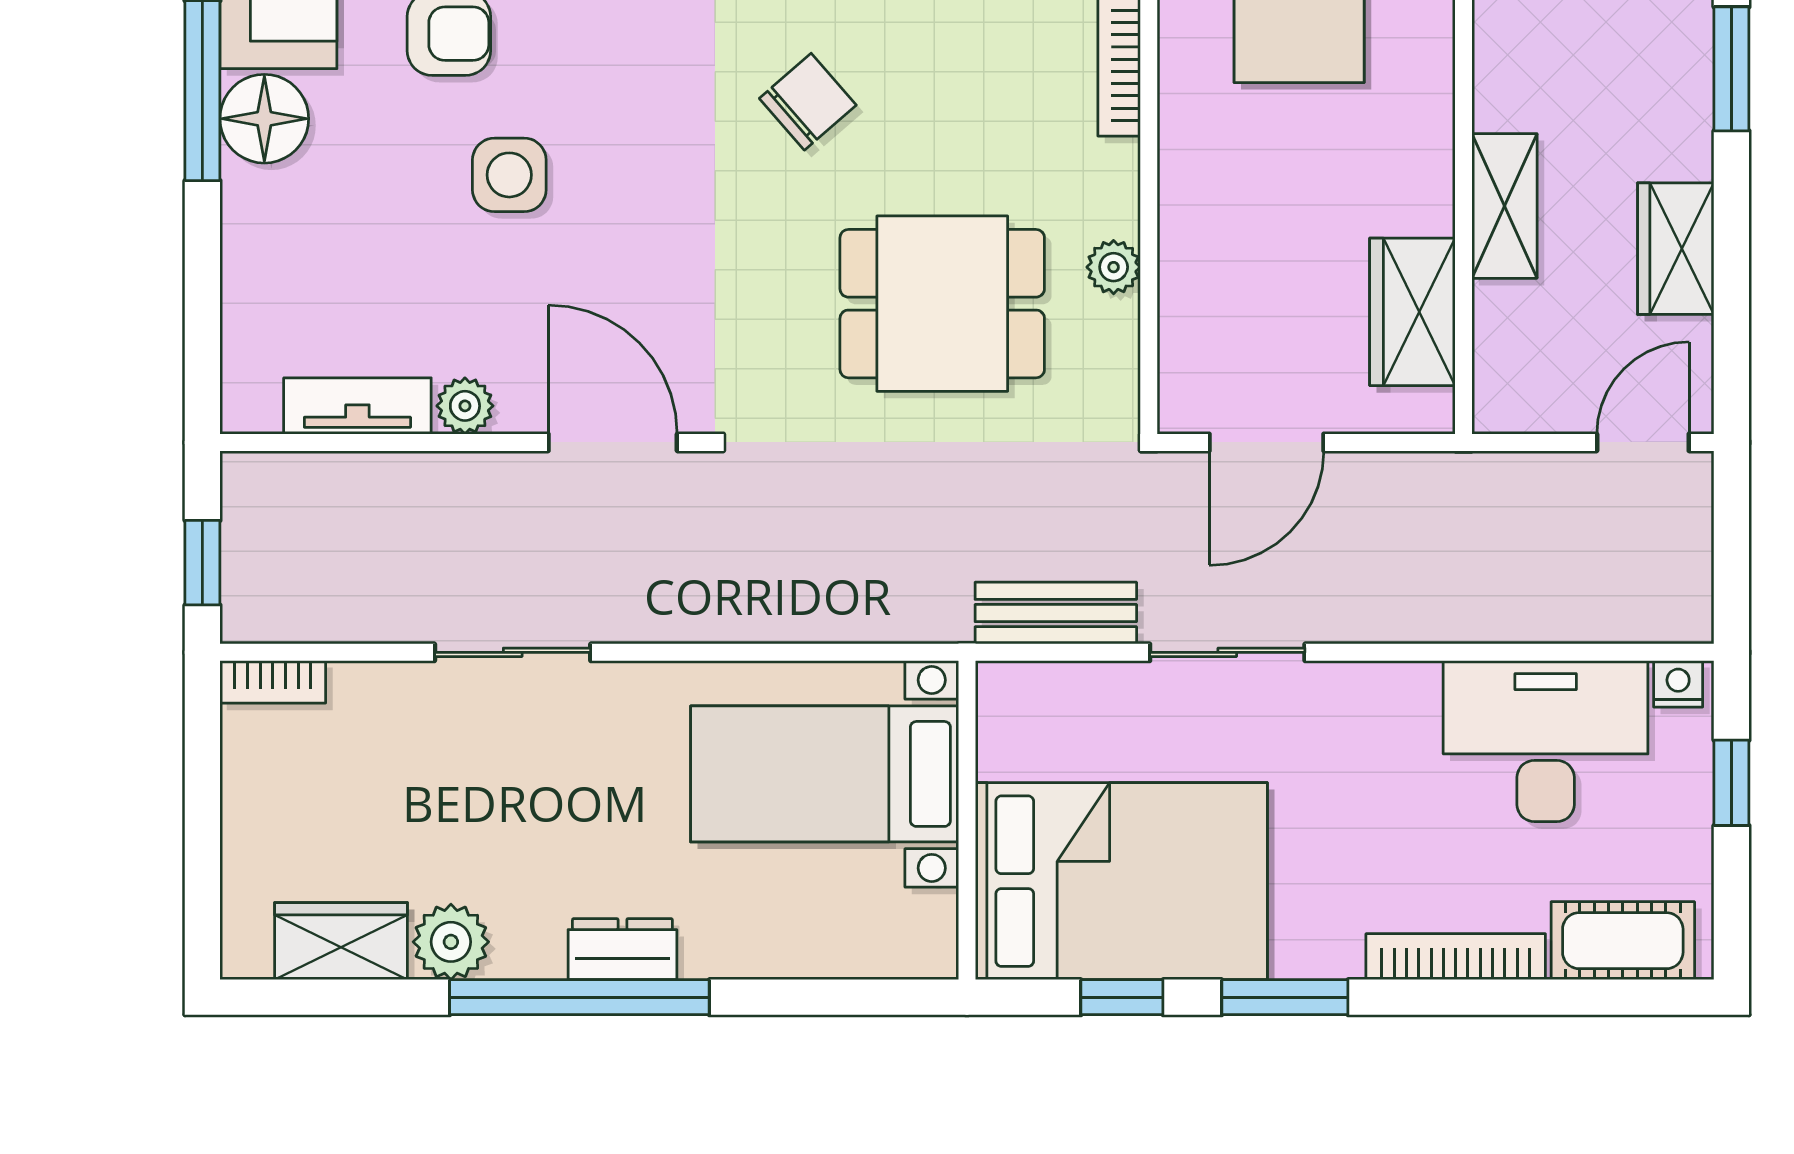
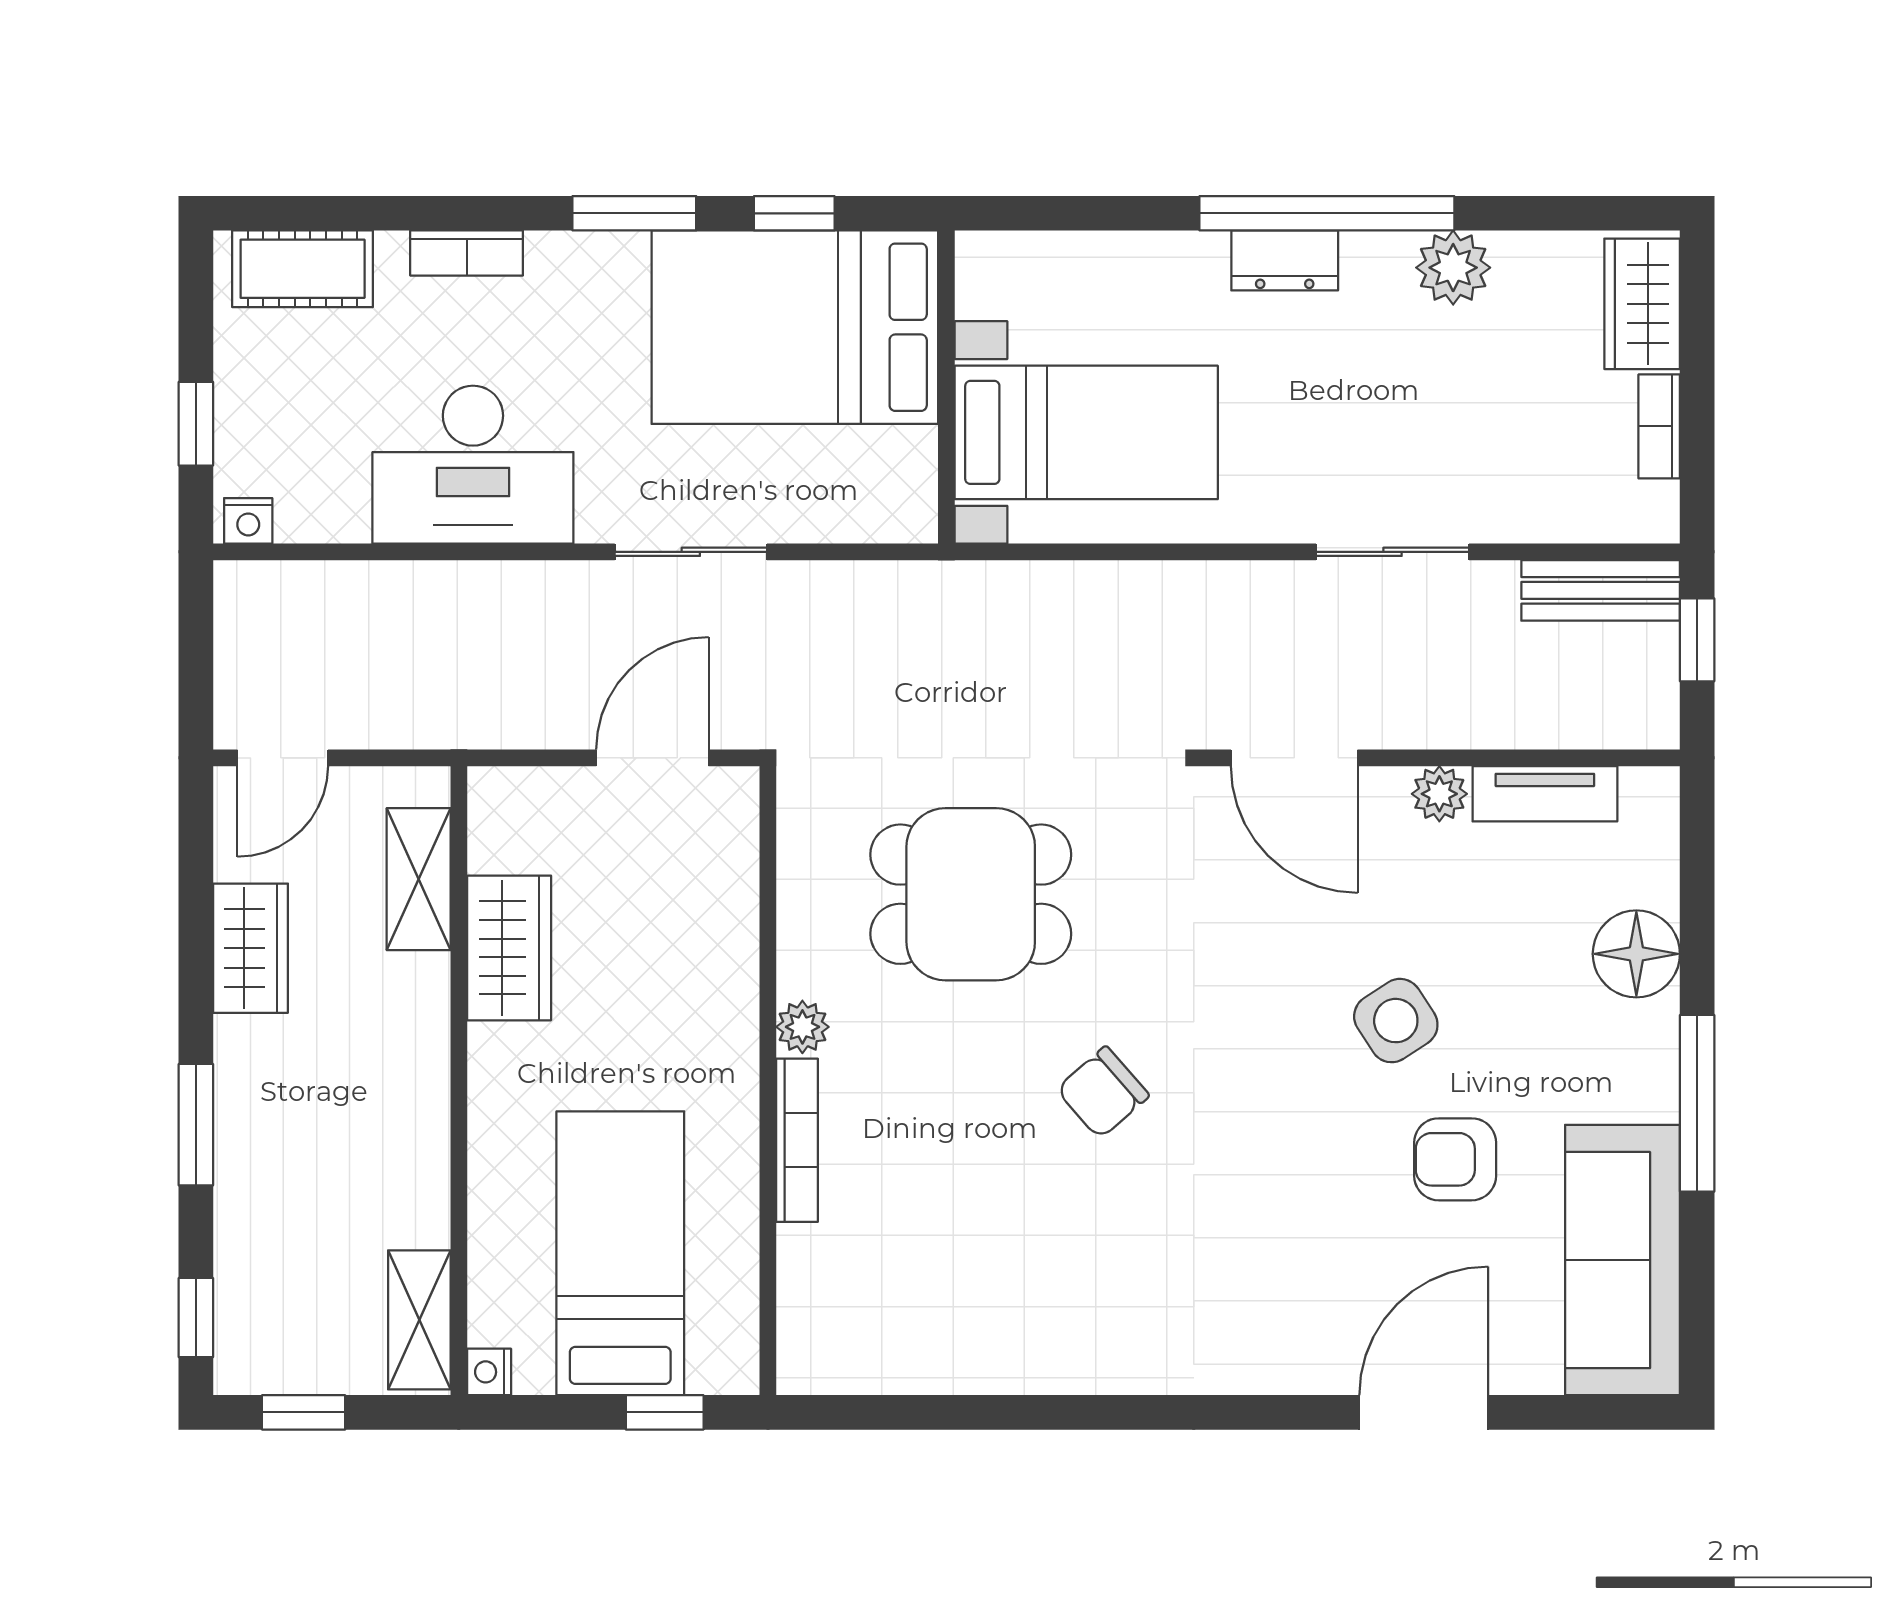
floor lamp: (264, 119) -> (1636, 954), moved
side table: (509, 175) -> (1396, 1021), turned -33
shelving: (1505, 206) -> (419, 879), moved
plant: (1114, 267) -> (802, 1027), moved
wardrobe: (1412, 312) -> (509, 948), moved
bench: (1056, 613) -> (1601, 590), moved
bookcase: (273, 682) -> (1659, 426), moved, turned -90
desk: (1546, 741) -> (473, 465), moved
wardrobe: (341, 941) -> (1642, 304), moved, turned 90
bookcase: (1456, 957) -> (467, 253), width x0.64

